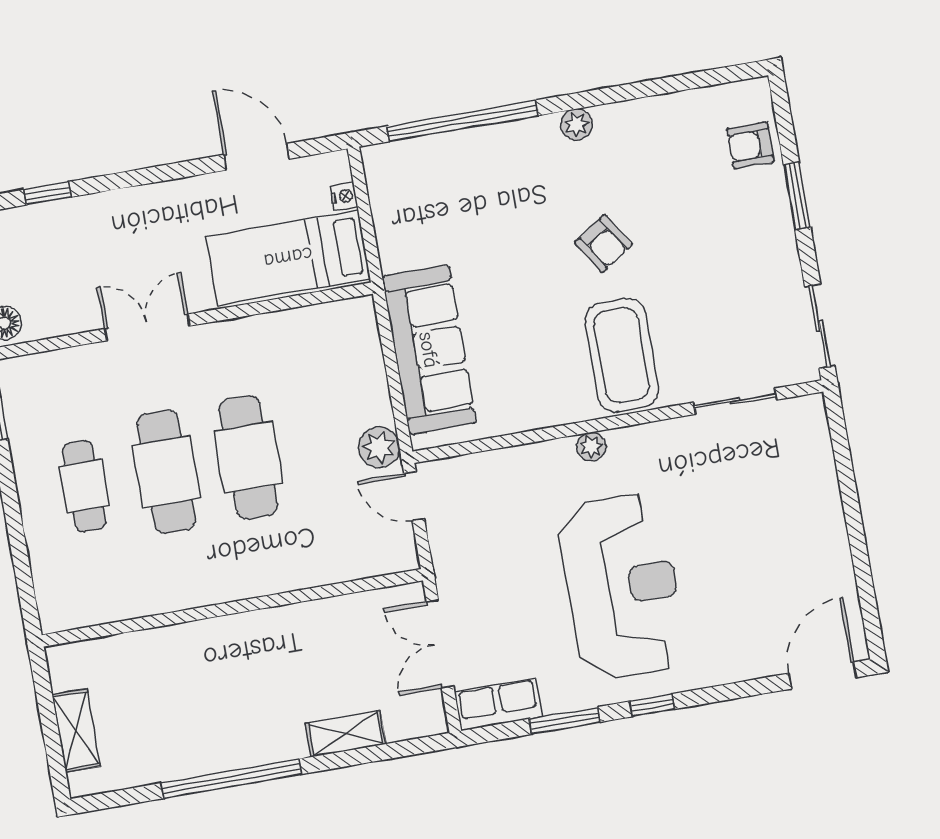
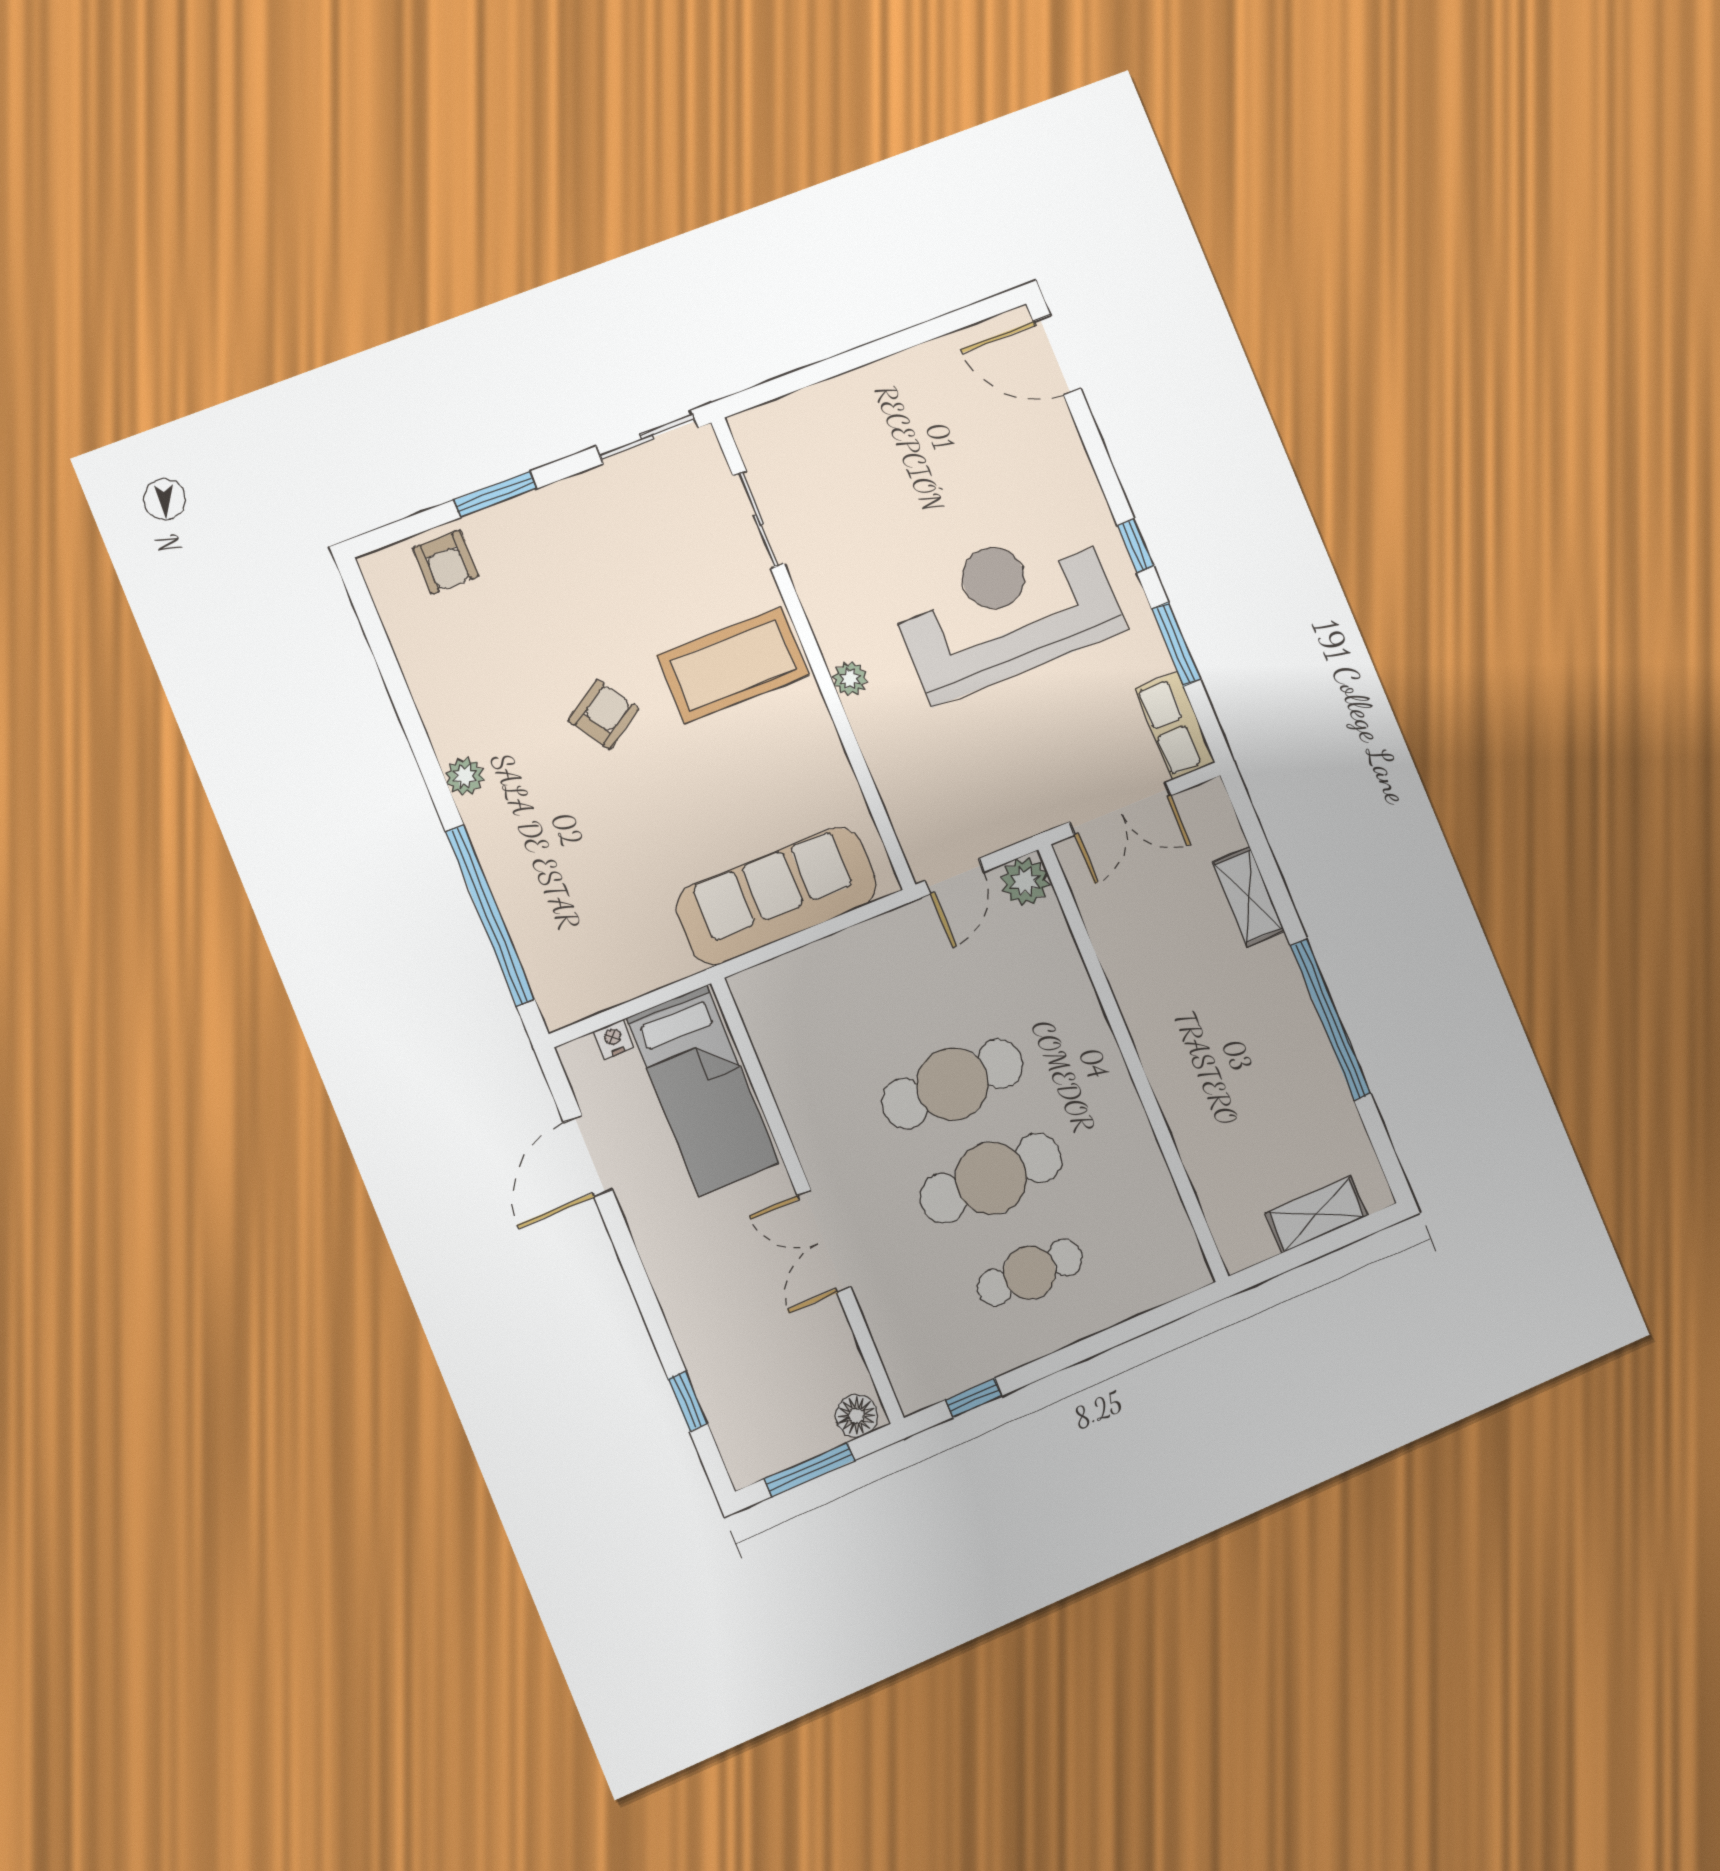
plant: (379, 447) -> (1025, 882), moved

